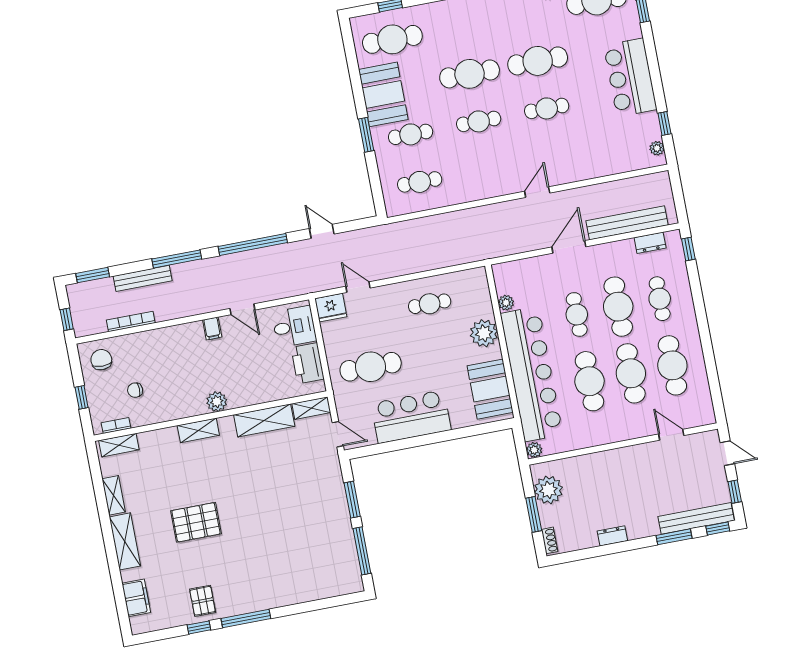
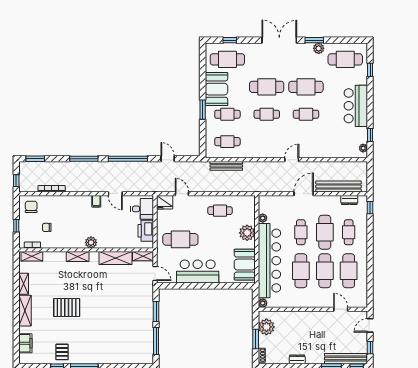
bench: (143, 278) -> (226, 166), moved
door: (727, 453) -> (370, 325), swing flipped

